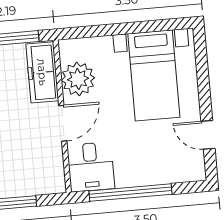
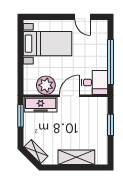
door: (63, 123) -> (69, 96), hinge flipped
door: (208, 135) -> (83, 17), hinge flipped

